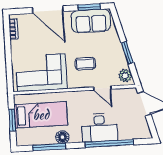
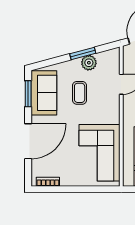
coffee table: (85, 64) -> (80, 93), moved
plant: (125, 76) -> (89, 63), moved

